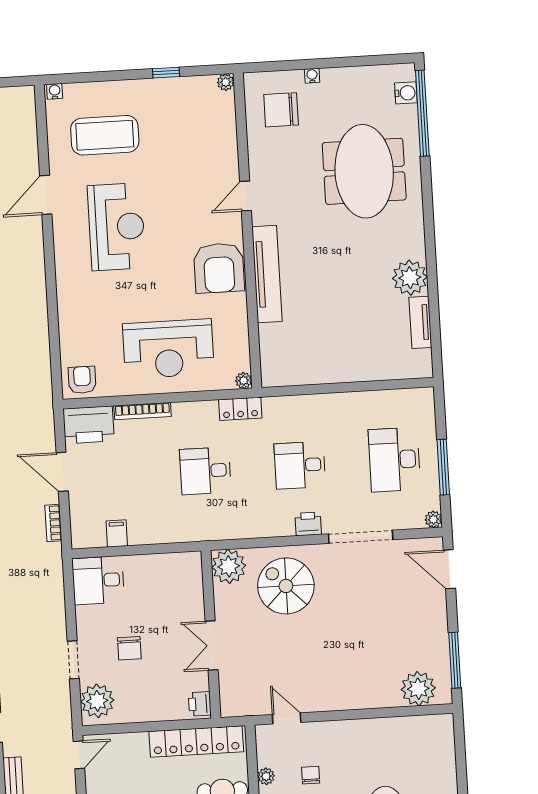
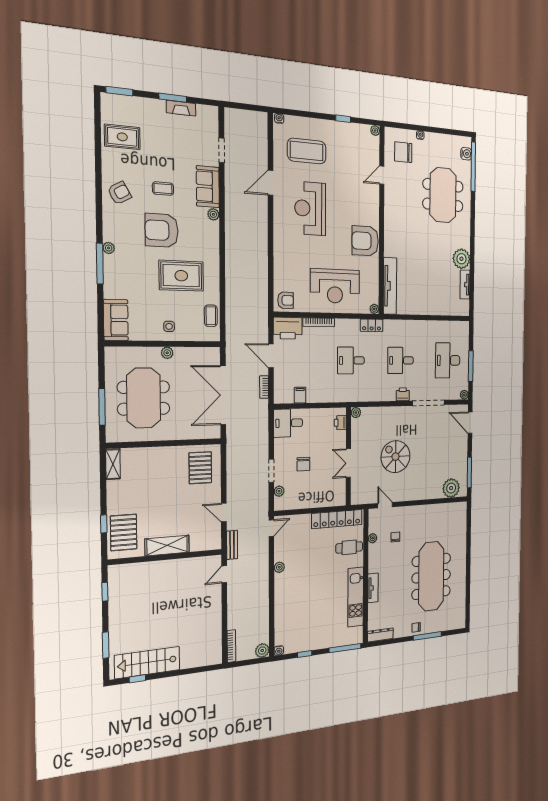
door: (245, 196) -> (382, 175), moved
reception desk: (116, 227) -> (310, 209), turned 180
armchair: (219, 268) -> (365, 241), turned 90
tv unit: (267, 274) -> (390, 286), moved
armchair: (82, 380) -> (286, 300), turned 90
plant: (229, 566) -> (356, 413), width x0.53, depth x0.53
spiral stairs: (286, 586) -> (396, 457), moved
plant: (97, 701) -> (279, 491), width x0.53, depth x0.53
printer: (200, 704) -> (340, 423), moved

